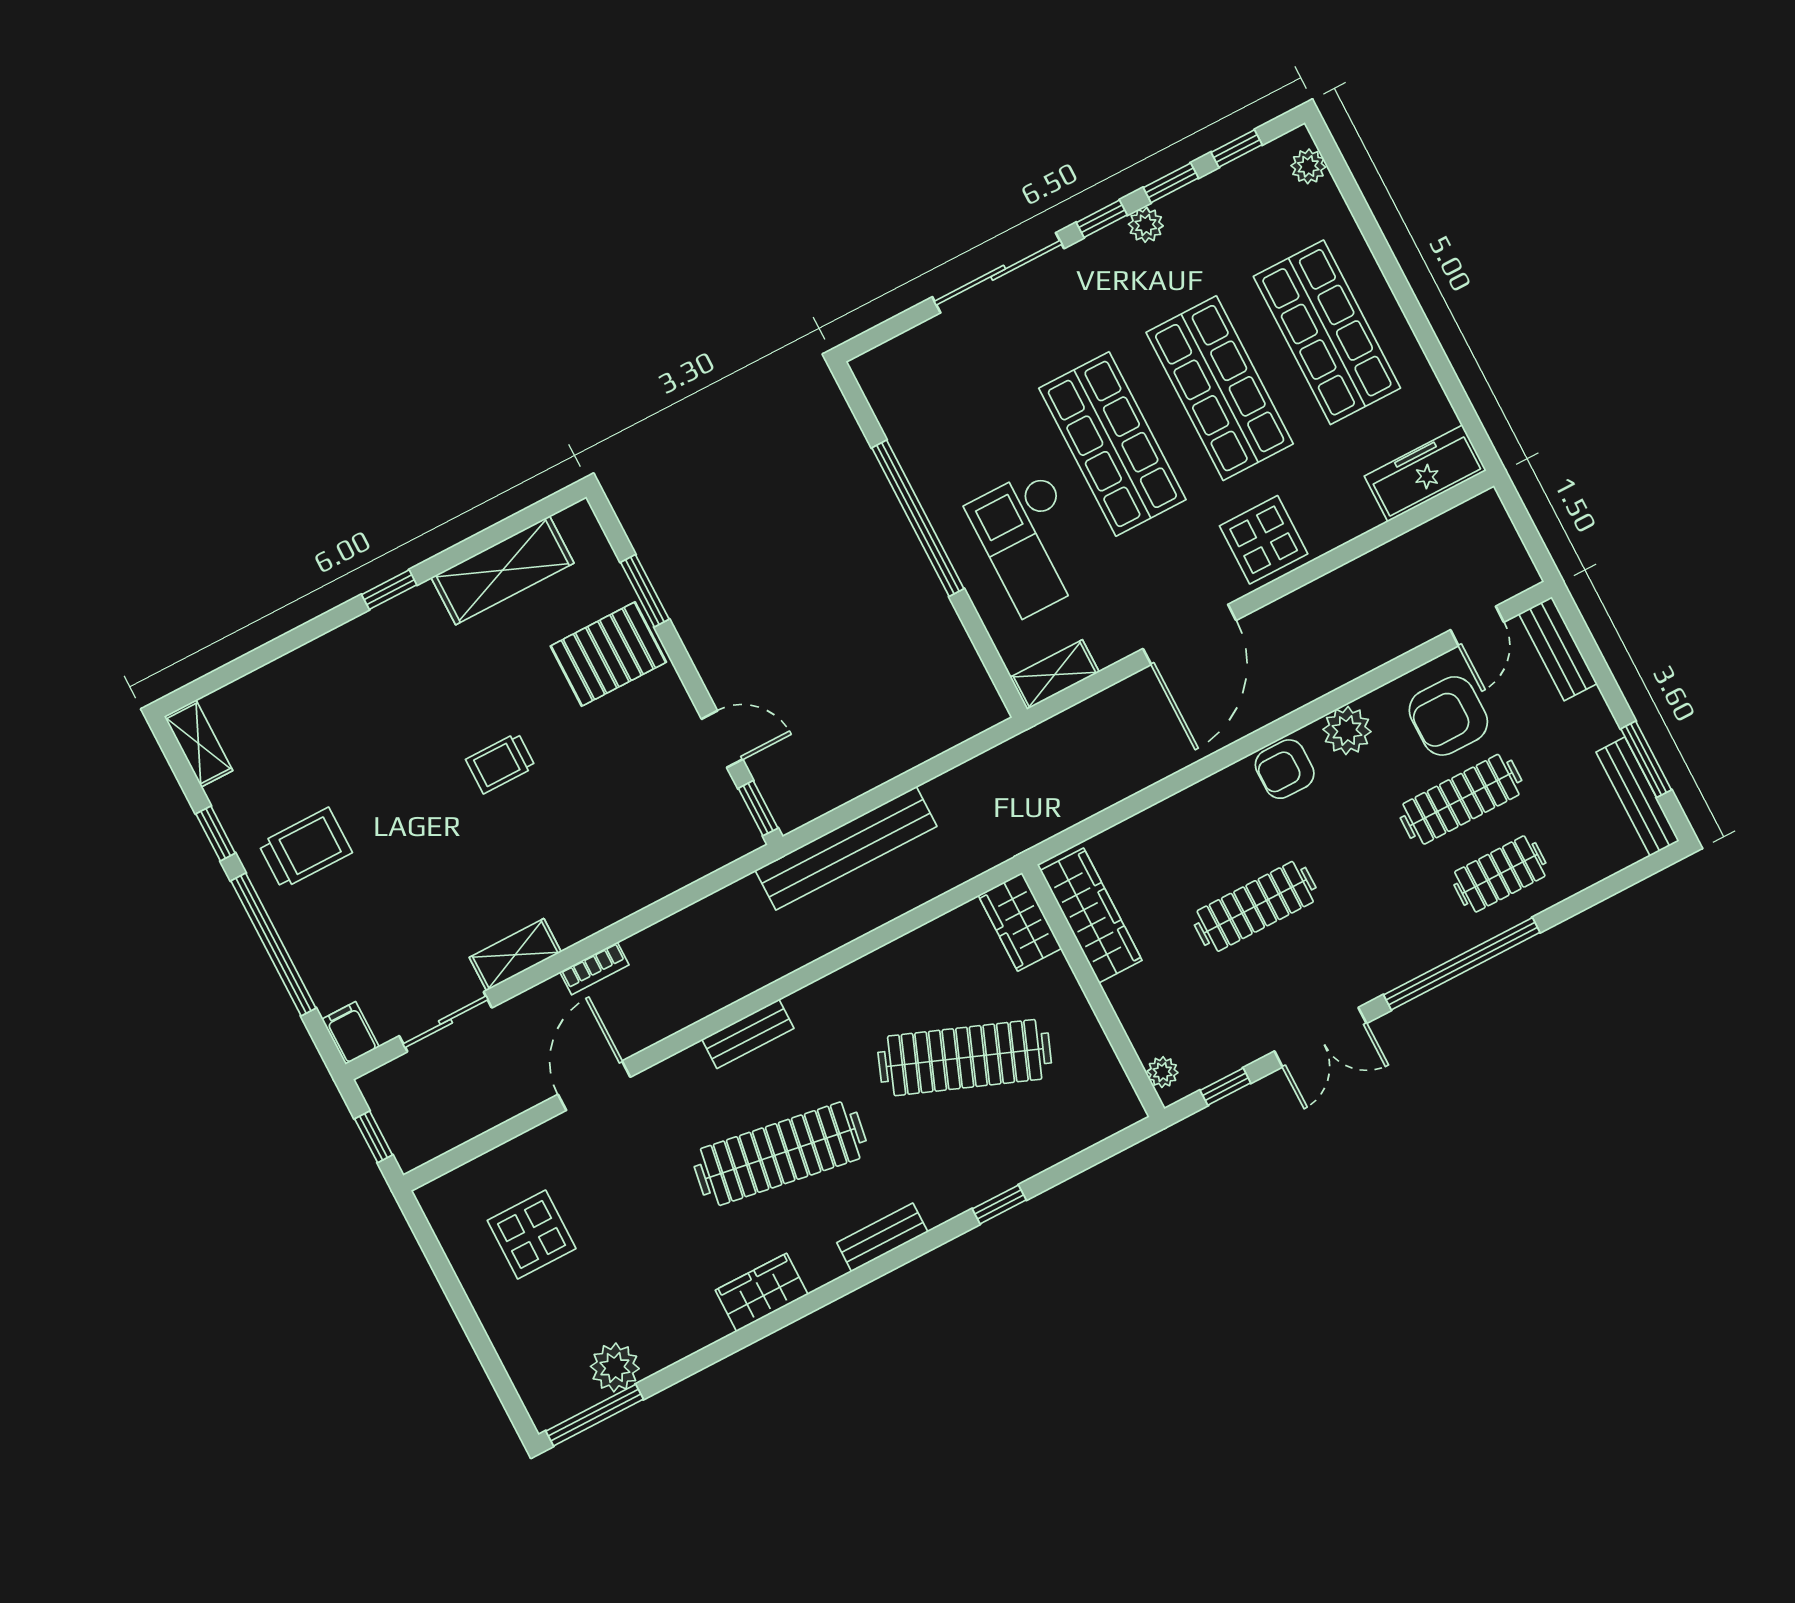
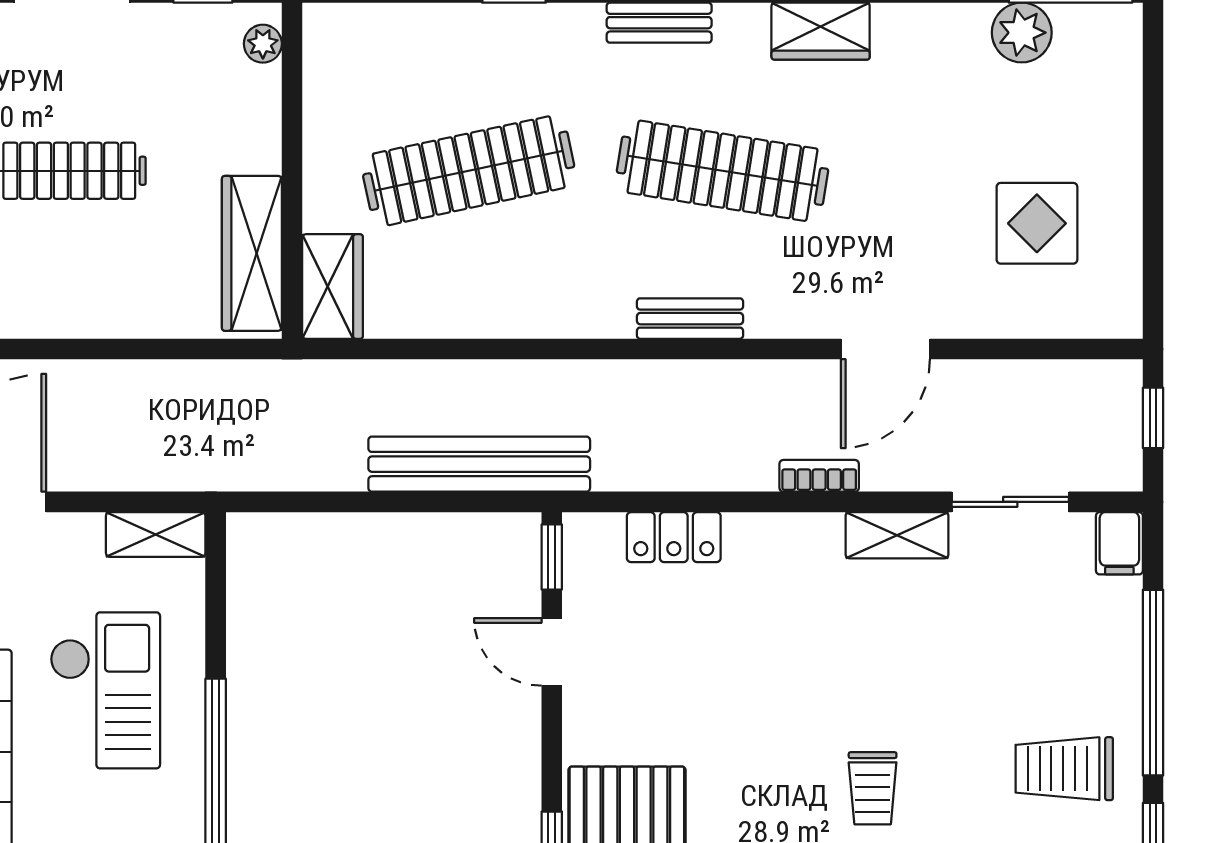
trolley: (501, 763) -> (873, 788), moved, turned 90
locker: (677, 869) -> (674, 537), added
clothes rail: (965, 1058) -> (469, 171), turned -33

